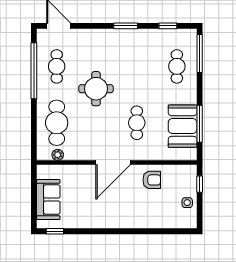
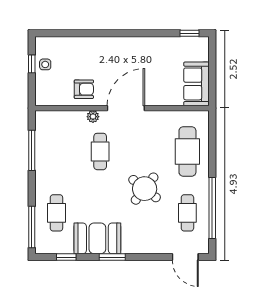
round table: (96, 89) -> (145, 189), turned 38
booth: (183, 126) -> (97, 238), moved, turned 90
plant: (58, 155) -> (93, 117), moved
armchair: (152, 180) -> (84, 89), turned 180
window: (200, 184) -> (32, 64), moved
sofa: (48, 200) -> (196, 84), moved

